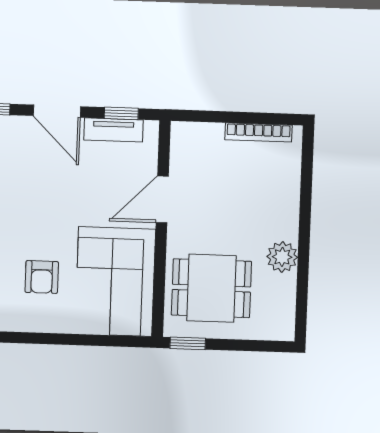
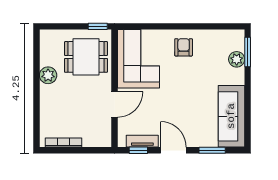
armchair: (42, 277) -> (184, 47), moved

